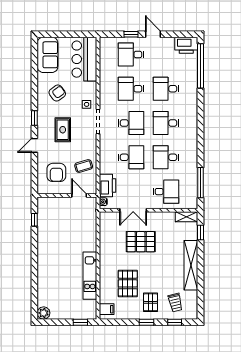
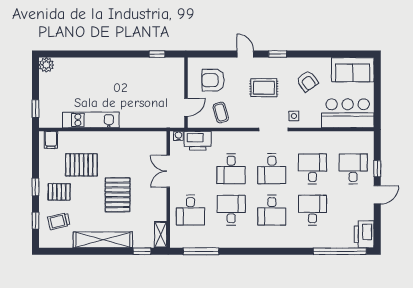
desk: (166, 123) -> (272, 210), turned 180
pallet: (141, 242) -> (118, 195), moved

